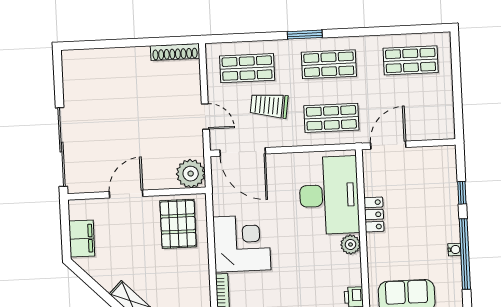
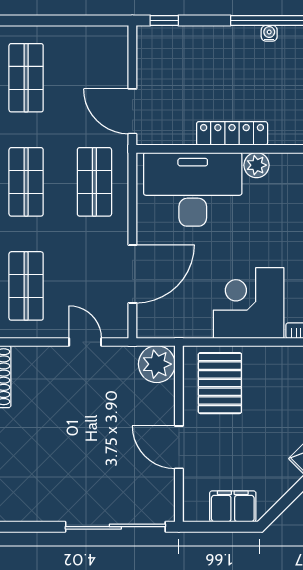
trolley: (269, 105) -> (75, 260), removed
door: (205, 116) -> (85, 342), hinge flipped
door: (243, 152) -> (132, 274), moved
window: (462, 193) -> (164, 20), moved
locker: (374, 214) -> (232, 133), width x1.53
pallet: (178, 224) -> (220, 383), turned 90

